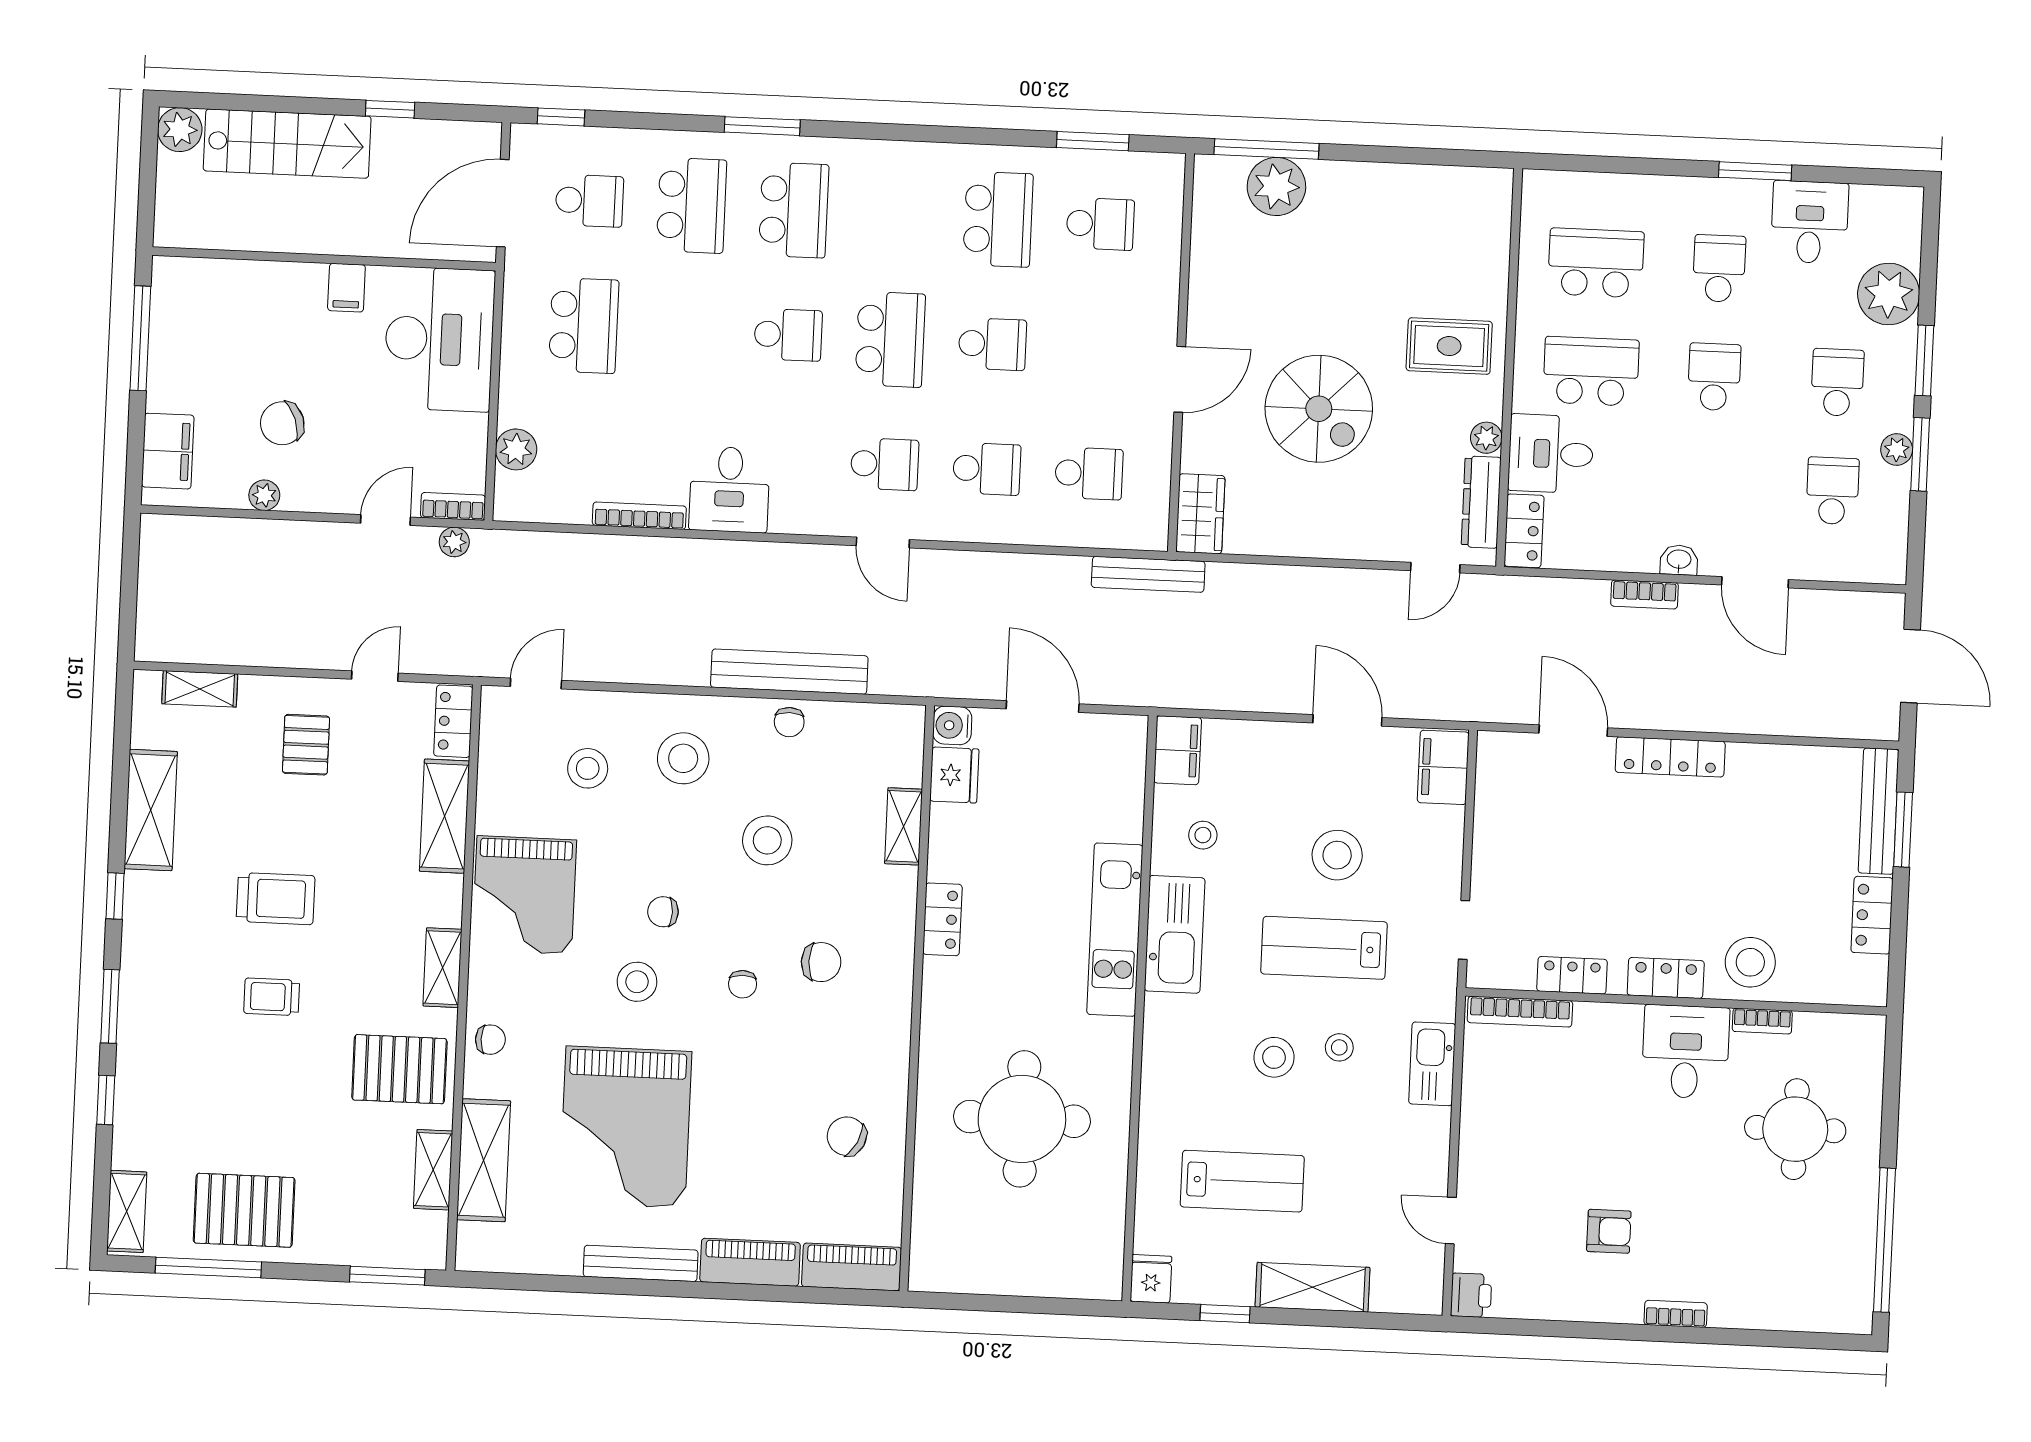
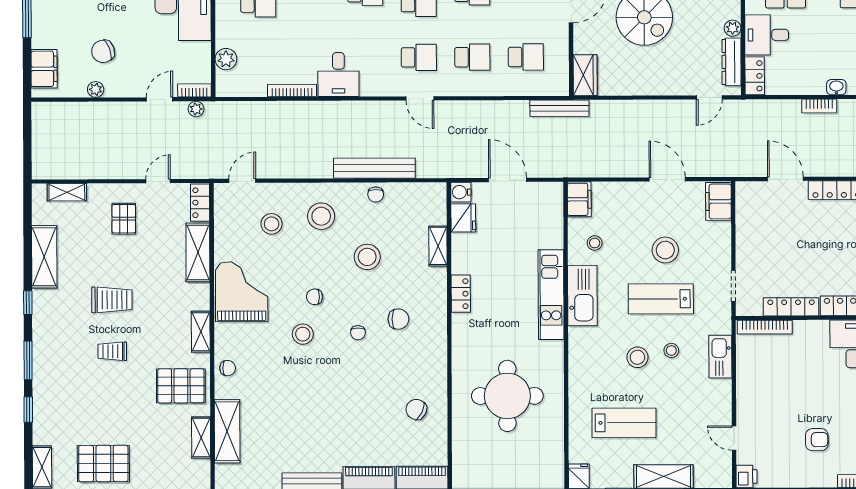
grand piano: (524, 895) -> (242, 292), turned 180
locker: (1572, 975) -> (791, 307), width x1.53
grand piano: (625, 1127) -> (300, 410), removed

